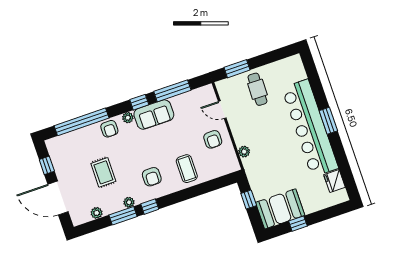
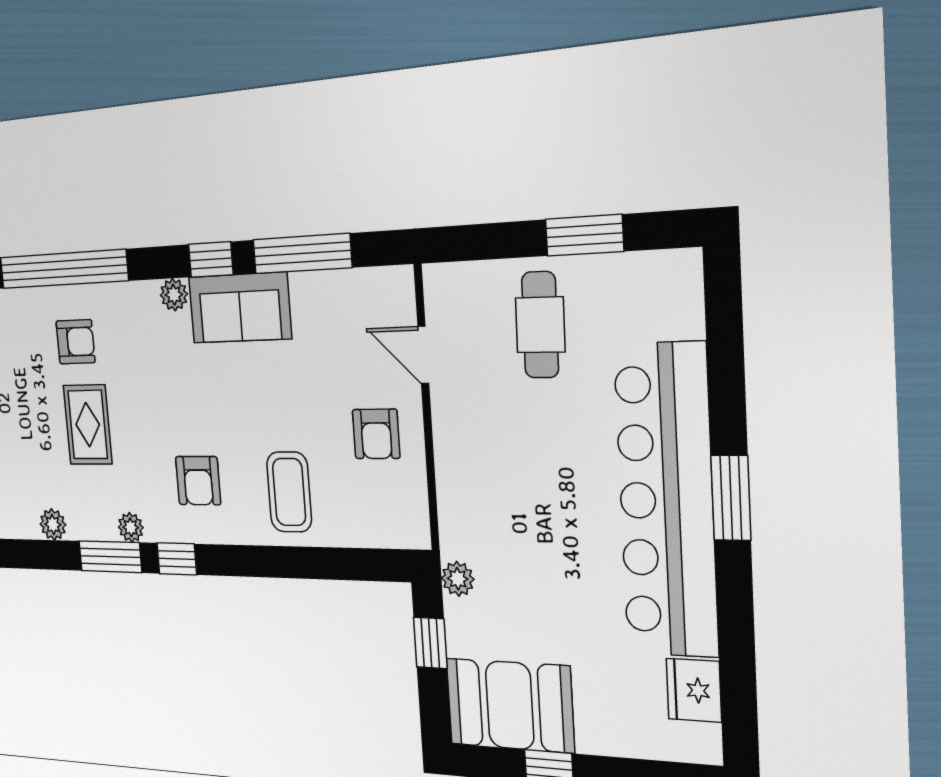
window: (237, 69) -> (584, 235), moved
armchair: (109, 129) -> (76, 342), moved, turned -90
plant: (244, 152) -> (458, 579), moved

